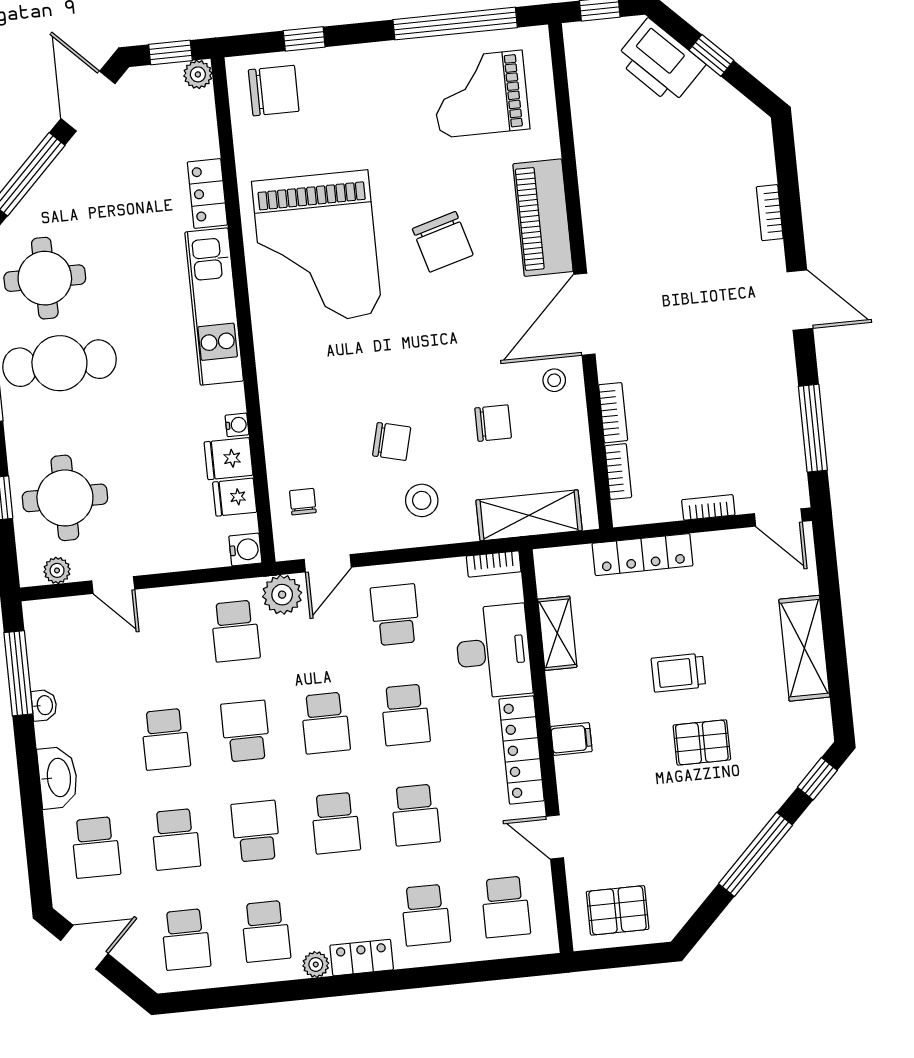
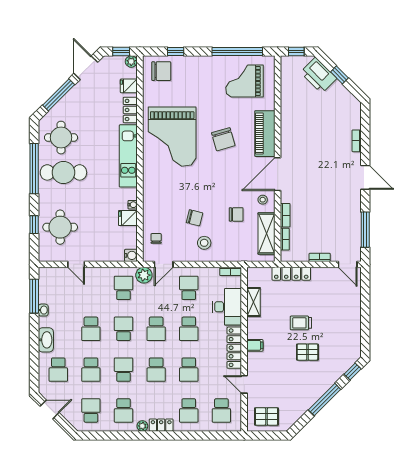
fridge: (235, 497) -> (129, 86), moved
shelving: (529, 515) -> (266, 234), moved, turned 90
plant: (57, 570) -> (54, 256), removed
school desk: (235, 631) -> (124, 288), turned 180
shelving: (804, 648) -> (353, 318), removed
school desk: (186, 939) -> (91, 411), turned 180

